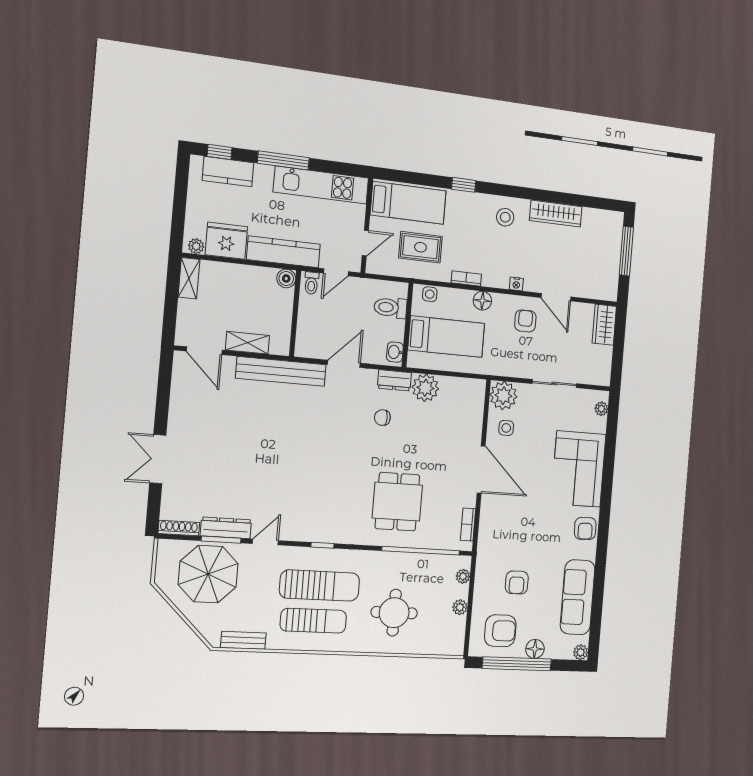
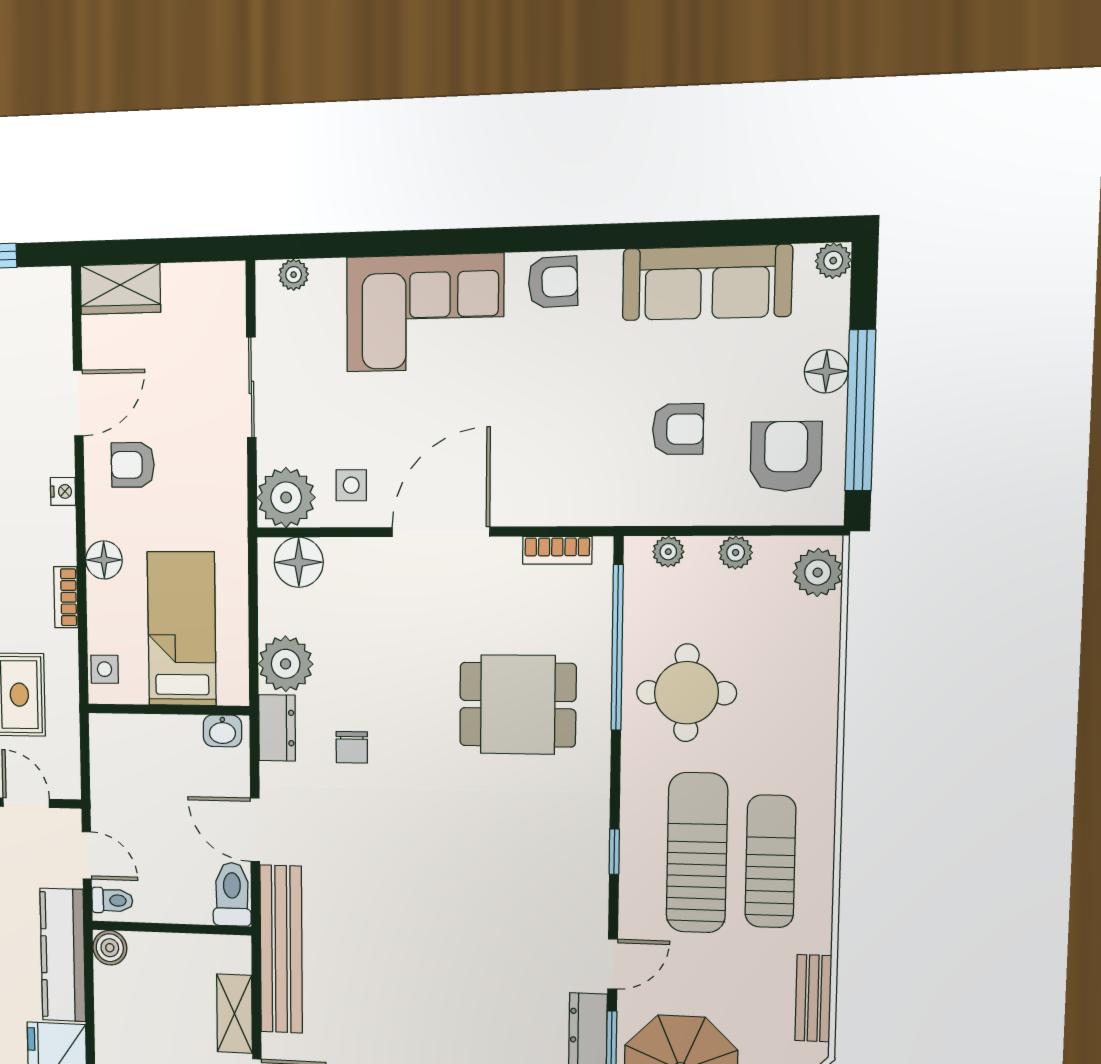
toilet: (390, 308) -> (232, 894), moved, turned 180
floor lamp: (473, 399) -> (299, 562), added
door: (265, 542) -> (613, 964), swing flipped
round table: (394, 613) -> (686, 693), moved
plant: (448, 644) -> (818, 572), added

